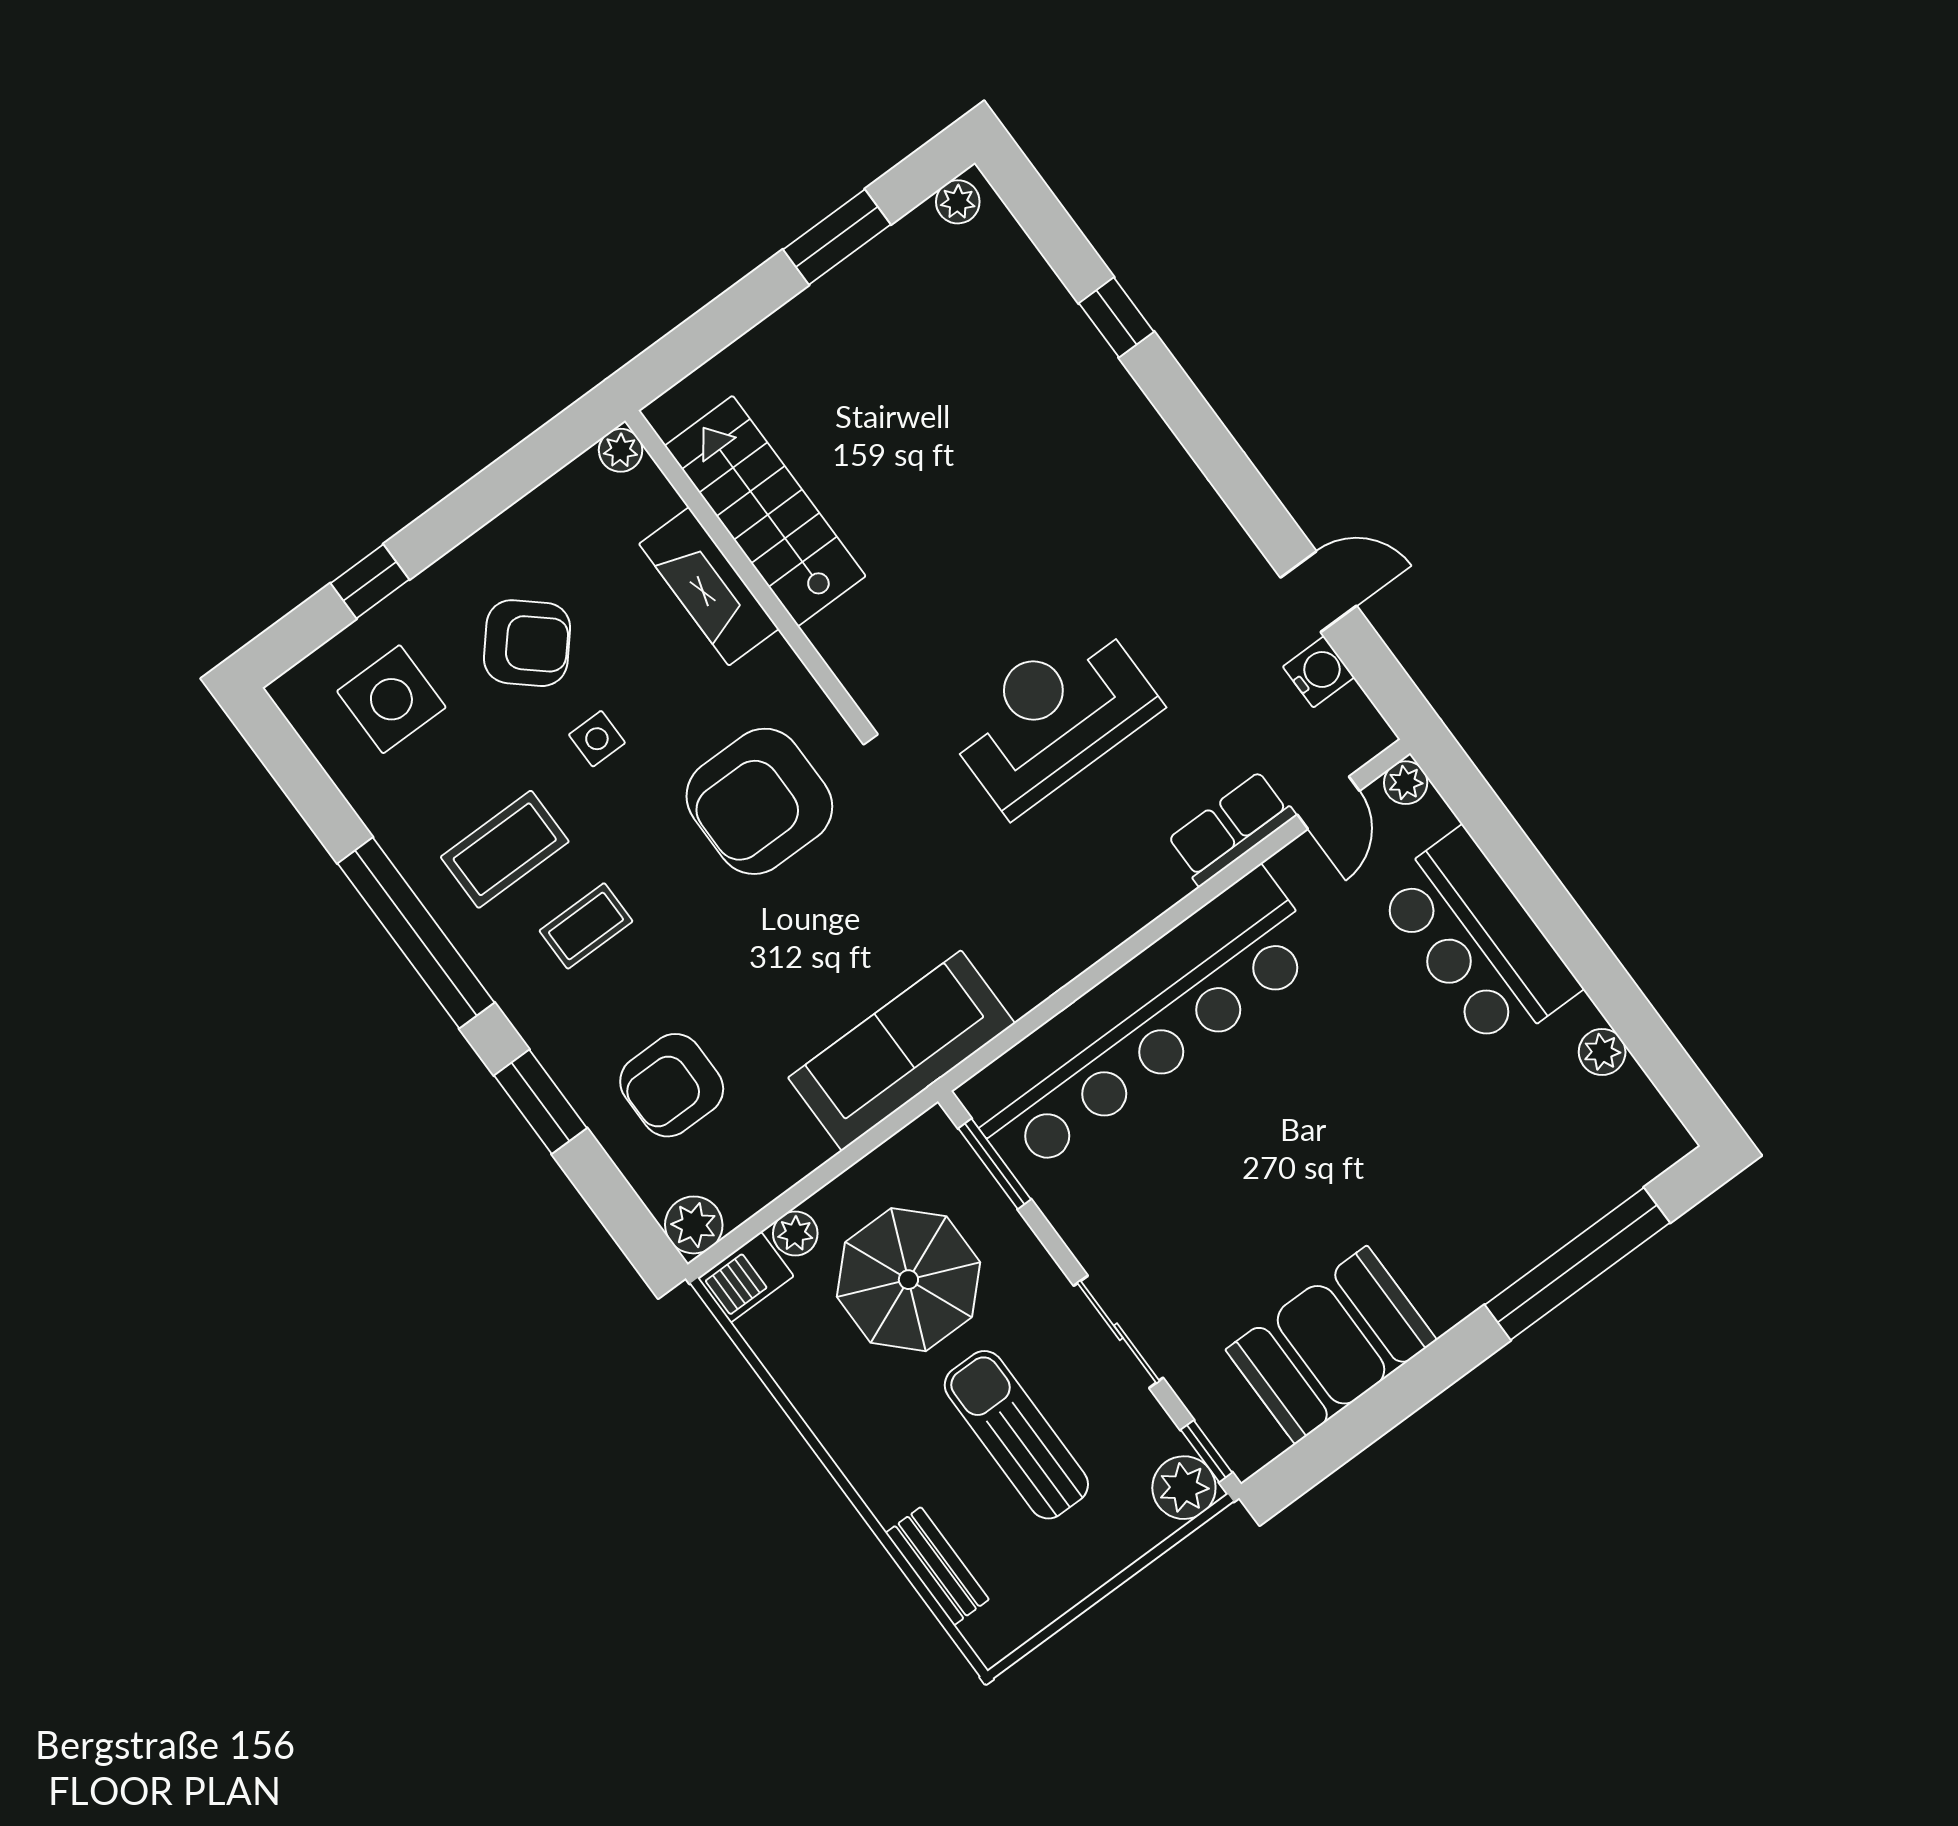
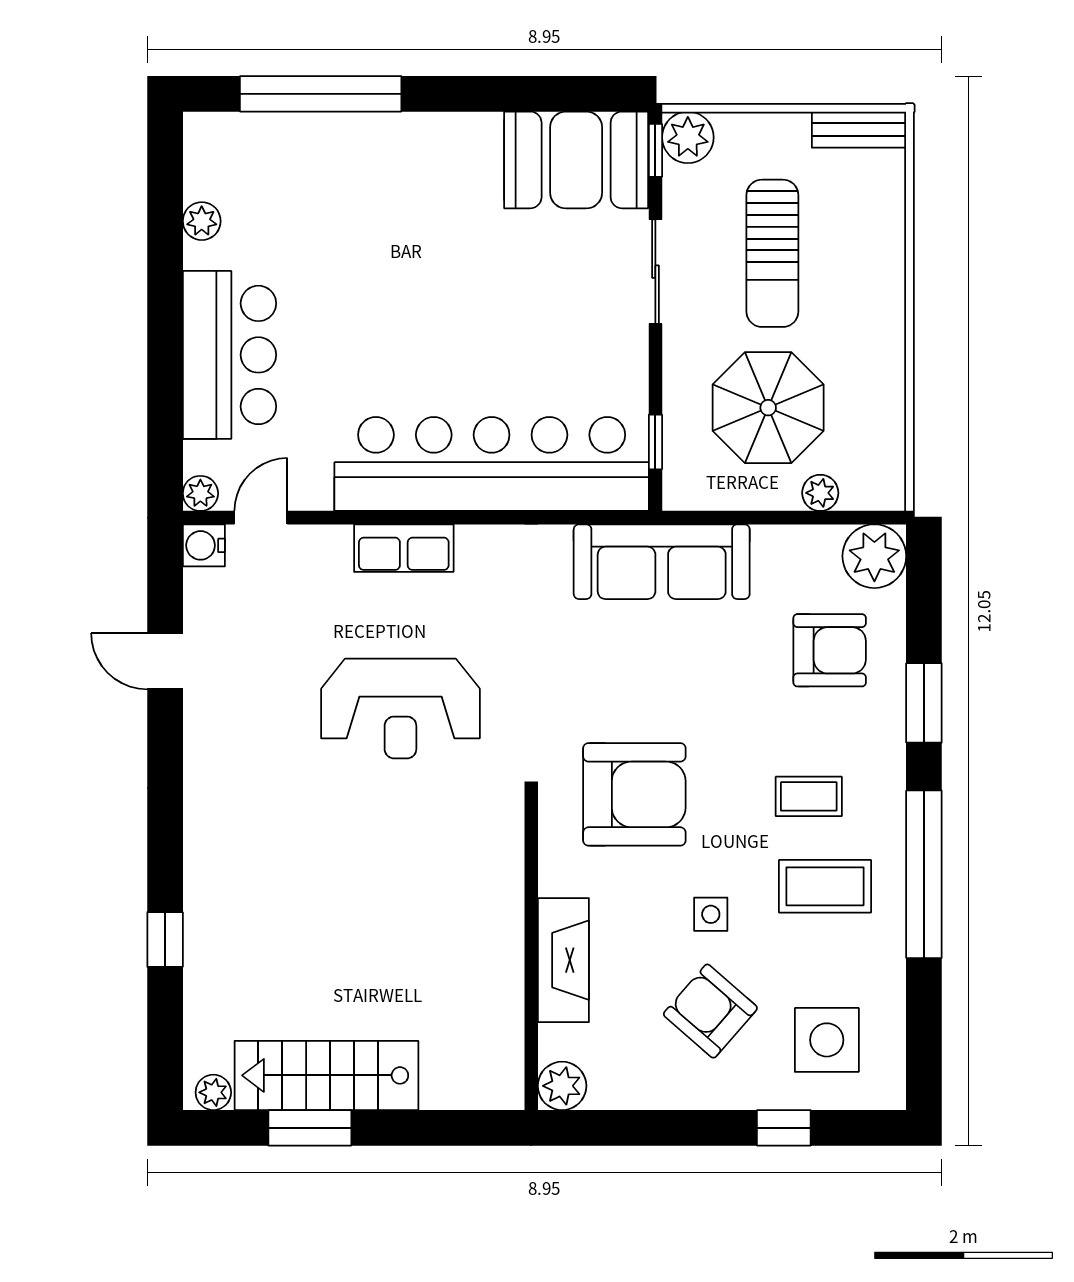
plant: (621, 450) -> (562, 1086), width x1.38, depth x1.38
stairs: (765, 511) -> (326, 1075), moved, turned 90
water cooler: (1319, 672) -> (204, 545), moved
row of seats: (1231, 828) -> (404, 548), moved
window: (995, 1164) -> (655, 442), width x0.67
plant: (694, 1225) -> (874, 556), width x1.36, depth x1.36
barbecue: (746, 1277) -> (874, 488), removed
booth: (1331, 1345) -> (576, 160), moved
bench: (937, 1566) -> (859, 130), moved, turned 90

